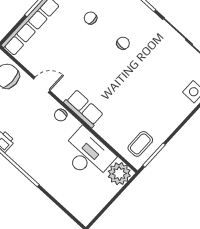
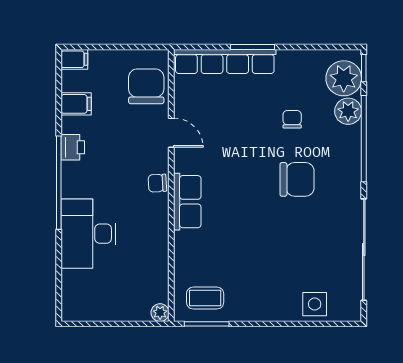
chair: (123, 43) -> (297, 179), width x1.87, depth x1.87
desk: (88, 154) -> (88, 234), moved, turned 180
plant: (119, 174) -> (160, 313), width x0.53, depth x0.53

